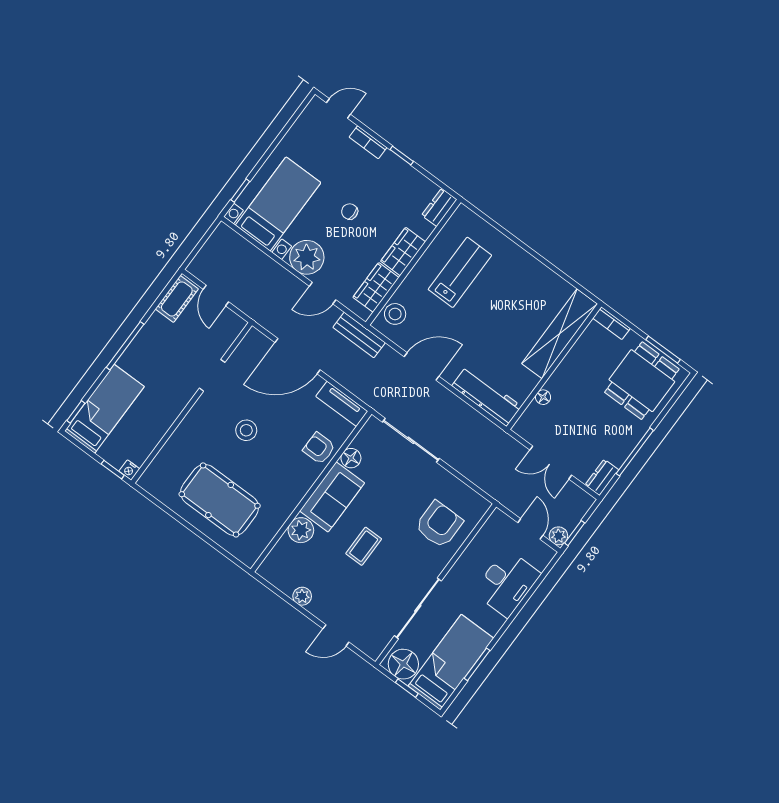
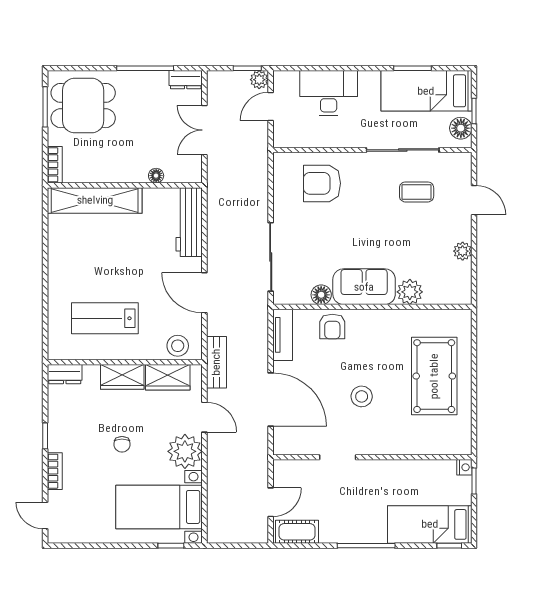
double door: (551, 462) -> (204, 130), swing flipped
coffee table: (364, 546) -> (417, 192), moved
floor lamp: (403, 664) -> (461, 128), width x0.73, depth x0.73

